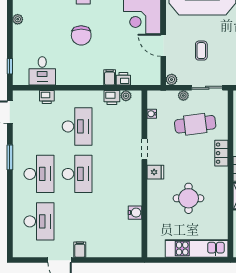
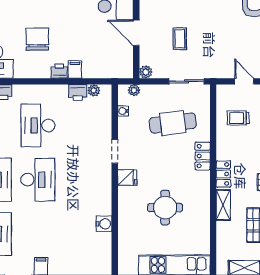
chair: (81, 35) -> (37, 39), moved, turned 180
printer: (123, 79) -> (59, 71), moved
plant: (183, 96) -> (134, 90), moved
desk: (77, 126) -> (38, 125), turned 180

